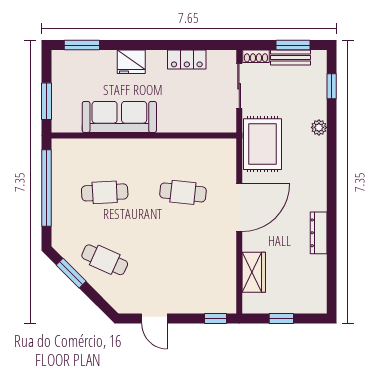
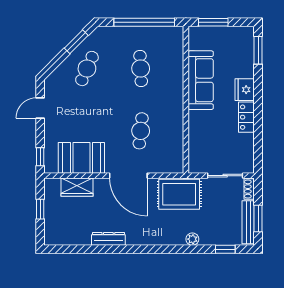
bench: (290, 57) -> (248, 222), width x1.36
locker: (187, 60) -> (246, 117), moved
booth: (217, 267) -> (81, 158), added

